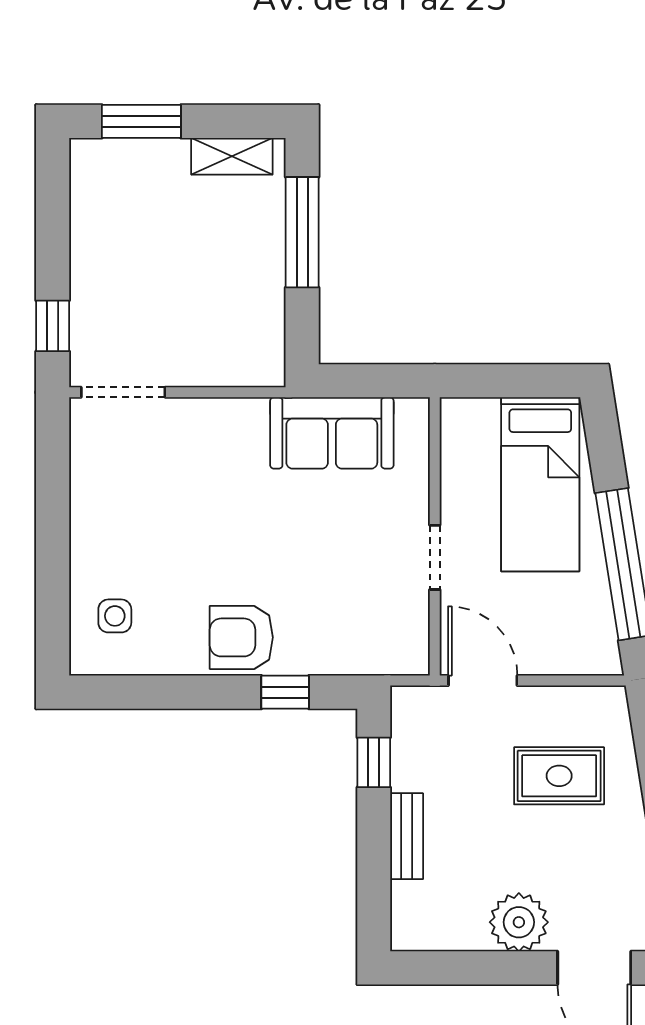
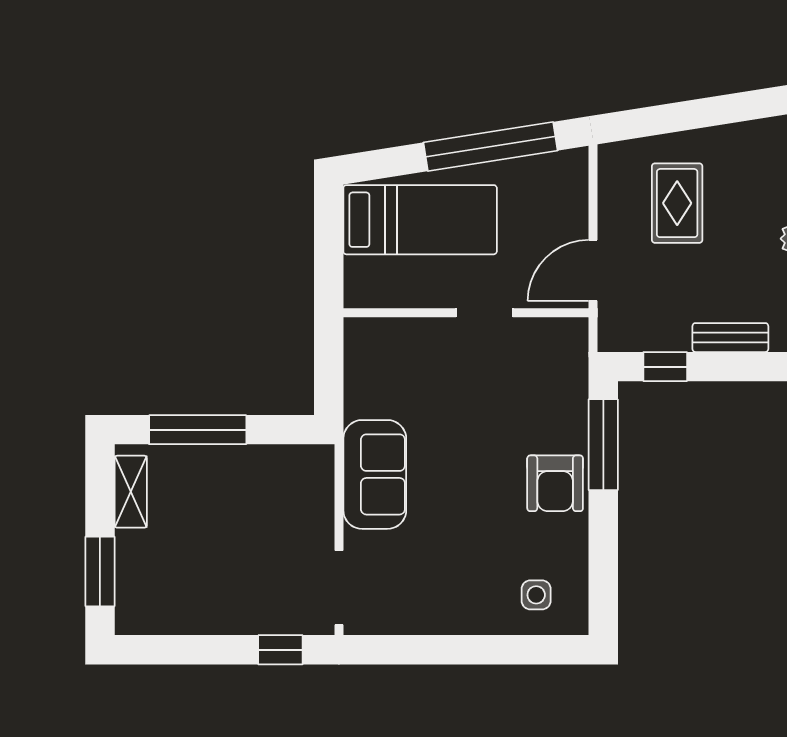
sofa: (332, 433) -> (375, 474), moved
window: (285, 692) -> (603, 445), width x2.17

